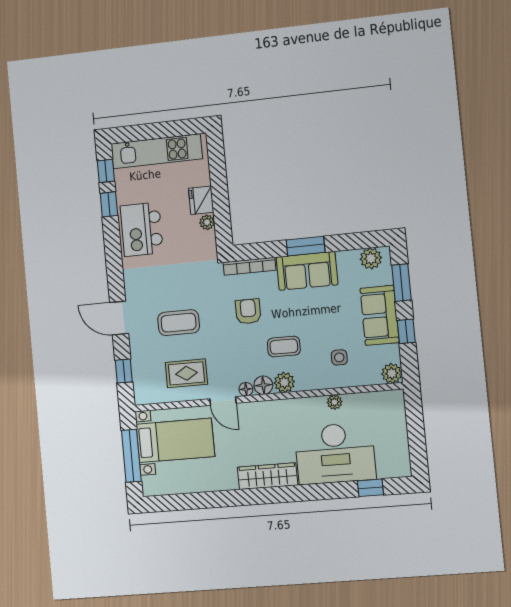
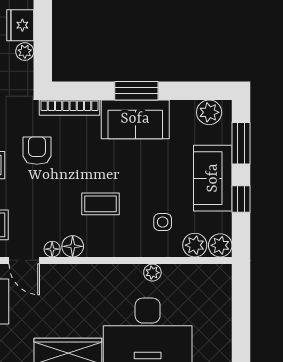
armchair: (248, 311) -> (37, 151), moved
plant: (284, 382) -> (195, 245), moved

